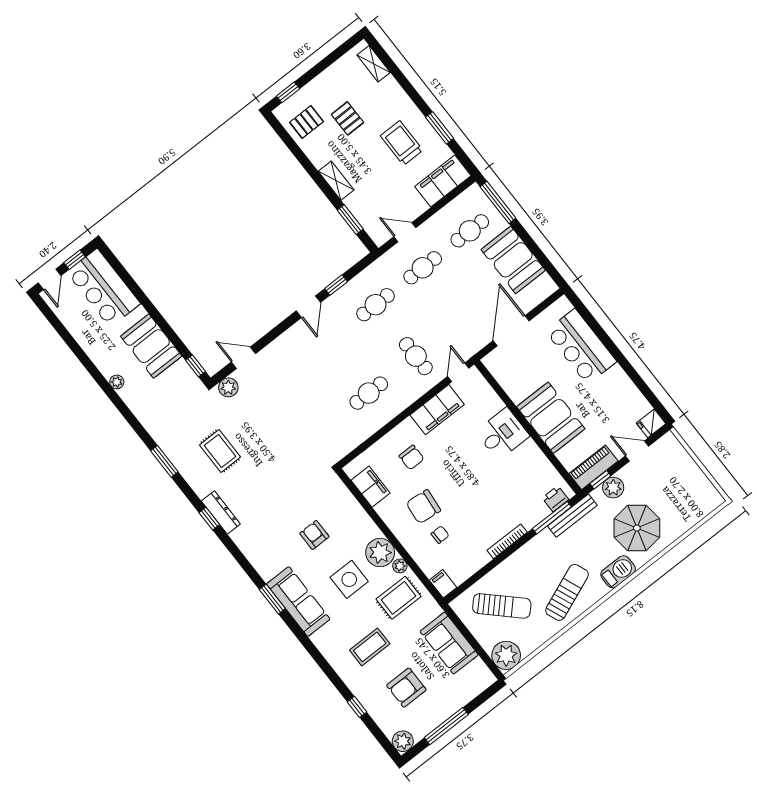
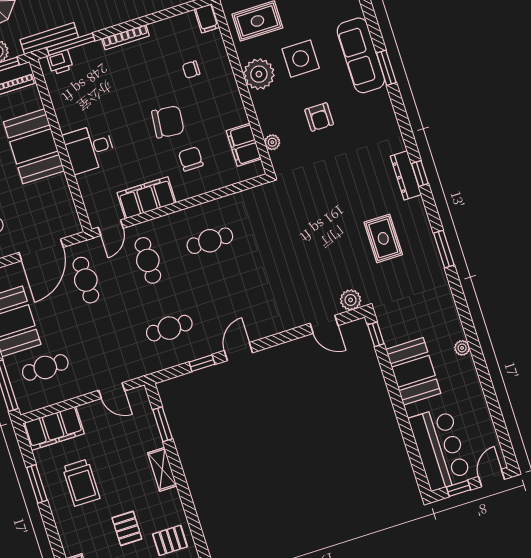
cafe table: (423, 268) -> (86, 280), moved, turned 90
chair: (423, 507) -> (168, 122), moved
plant: (400, 566) -> (272, 142), moved

